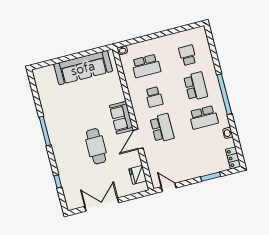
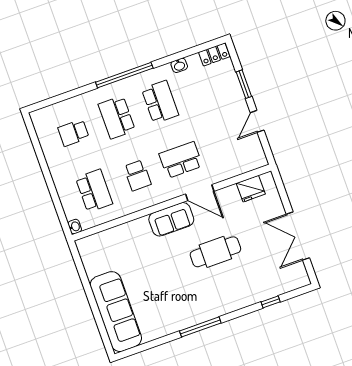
sofa: (83, 68) -> (116, 312), moved
school desk: (196, 86) -> (117, 117), turned -90
school desk: (154, 97) -> (137, 175), turned 90
door: (169, 187) -> (257, 121), moved

